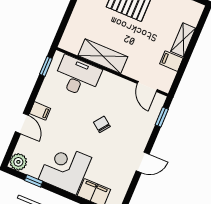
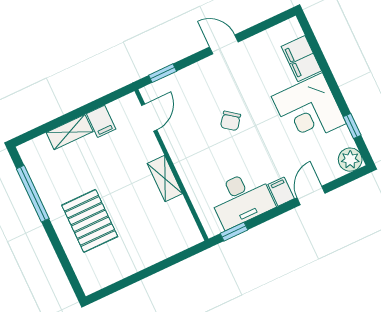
shelving: (103, 56) -> (165, 178), width x0.67, depth x0.75
desk: (77, 76) -> (241, 199), moved, turned -90

